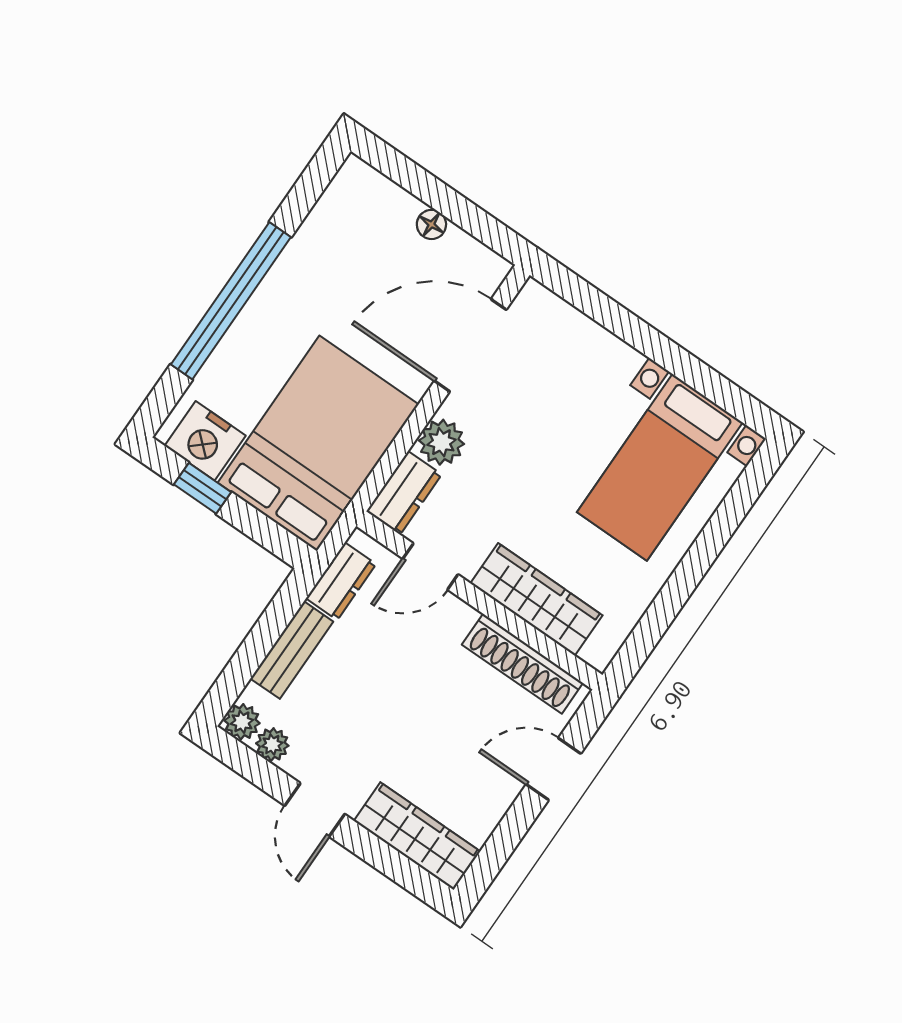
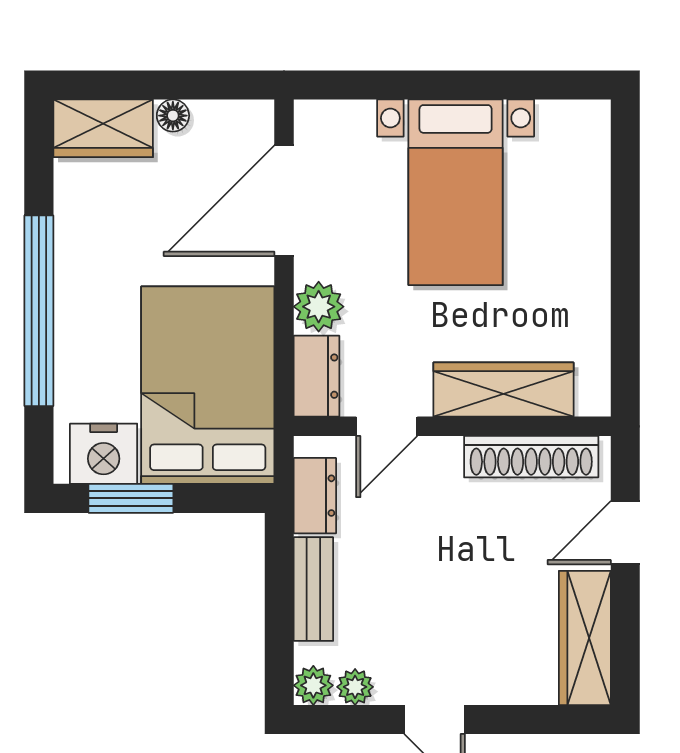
wardrobe: (373, 198) -> (103, 128), added
bed with nightstands: (660, 467) -> (456, 192), moved
window: (202, 488) -> (131, 498), width x1.50
wardrobe: (417, 836) -> (585, 638), moved, turned -90

